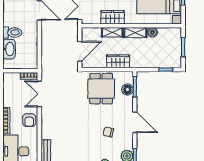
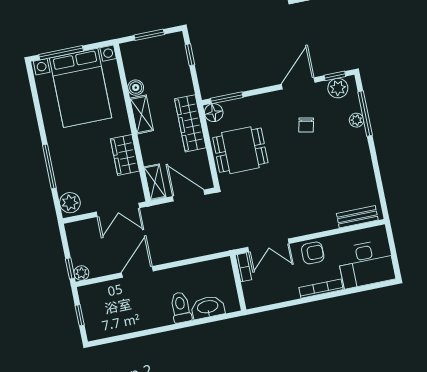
shelving: (112, 32) -> (155, 182), moved
wardrobe: (118, 61) -> (190, 123), width x1.50
floor lamp: (127, 89) -> (214, 113), moved
door: (135, 122) -> (298, 83), moved

